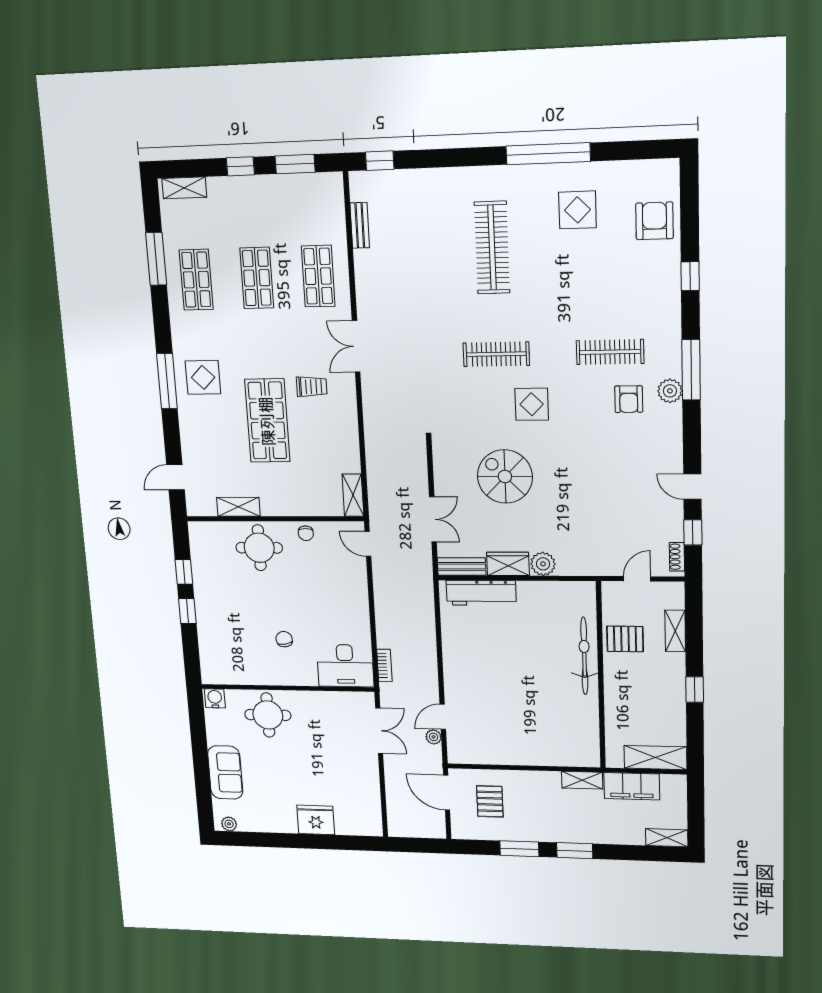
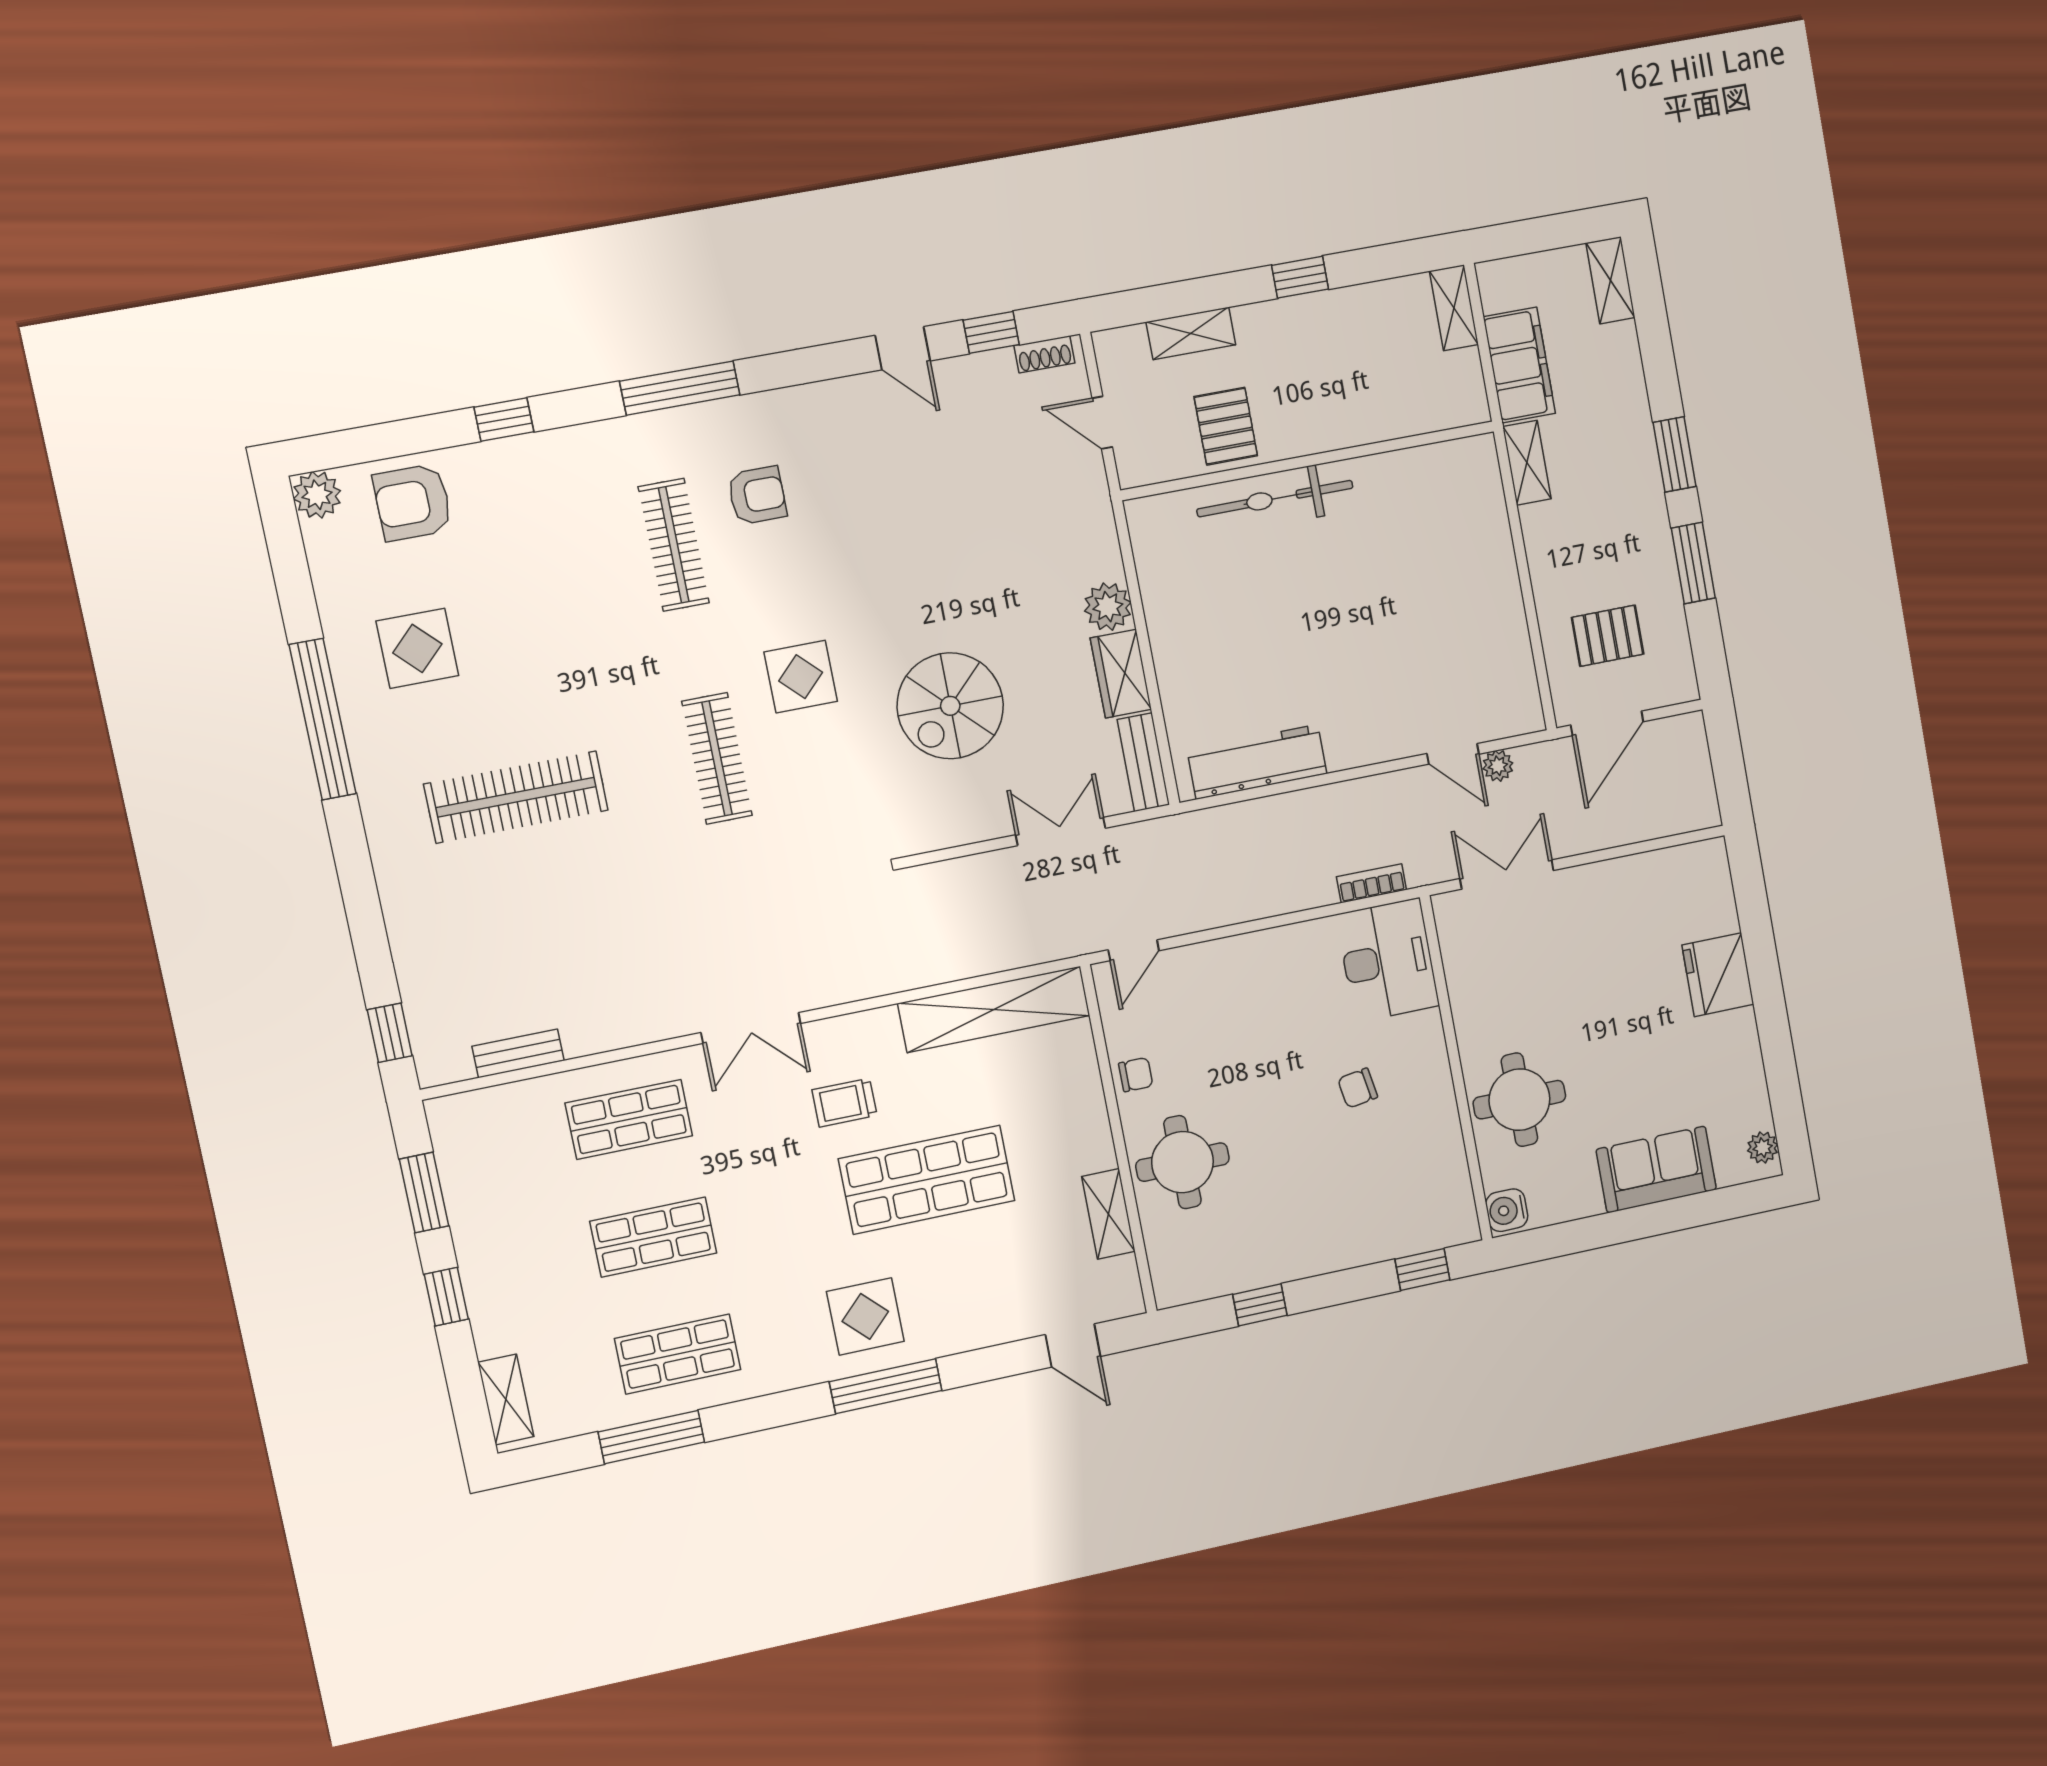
trolley: (312, 387) -> (844, 1103), turned -90
plant: (670, 391) -> (317, 495), moved
door: (692, 487) -> (903, 348), hinge flipped
shelving: (353, 495) -> (994, 1009), width x2.20, depth x1.33
workbench: (481, 593) -> (1257, 762), moved, turned -90
window: (187, 611) -> (1422, 1270), moved
shelving: (656, 758) -> (1454, 308), width x0.67, depth x0.75

